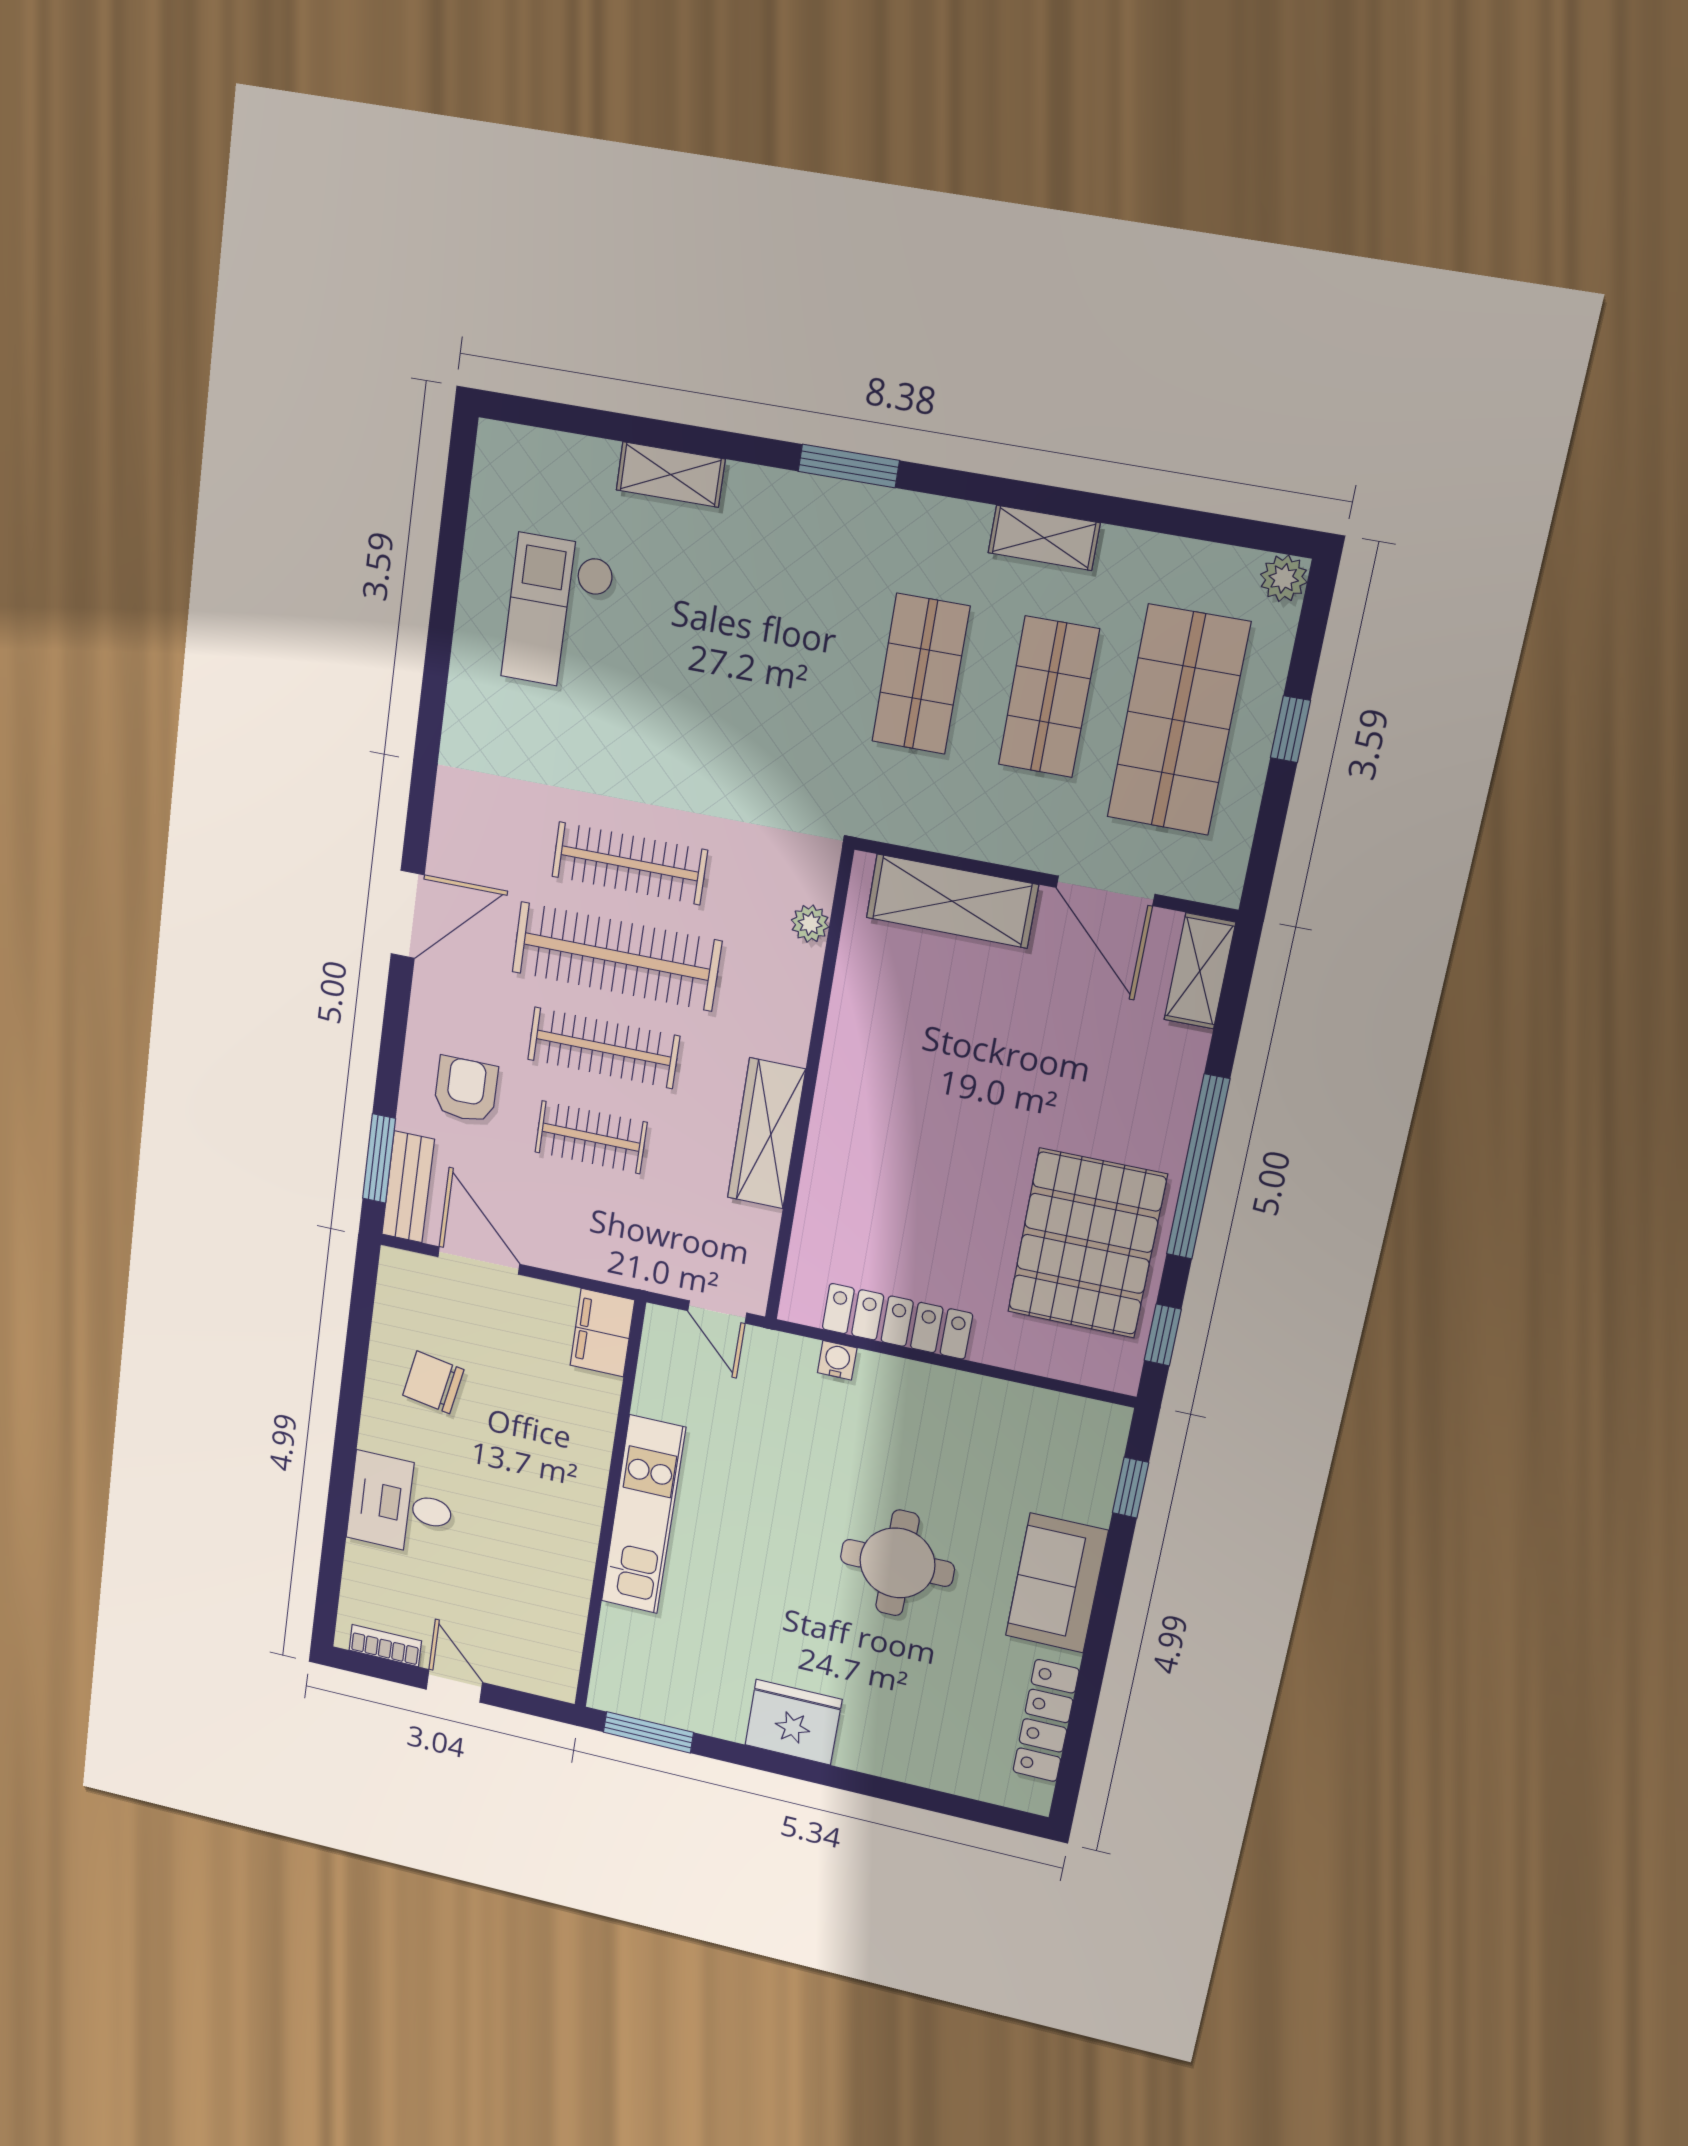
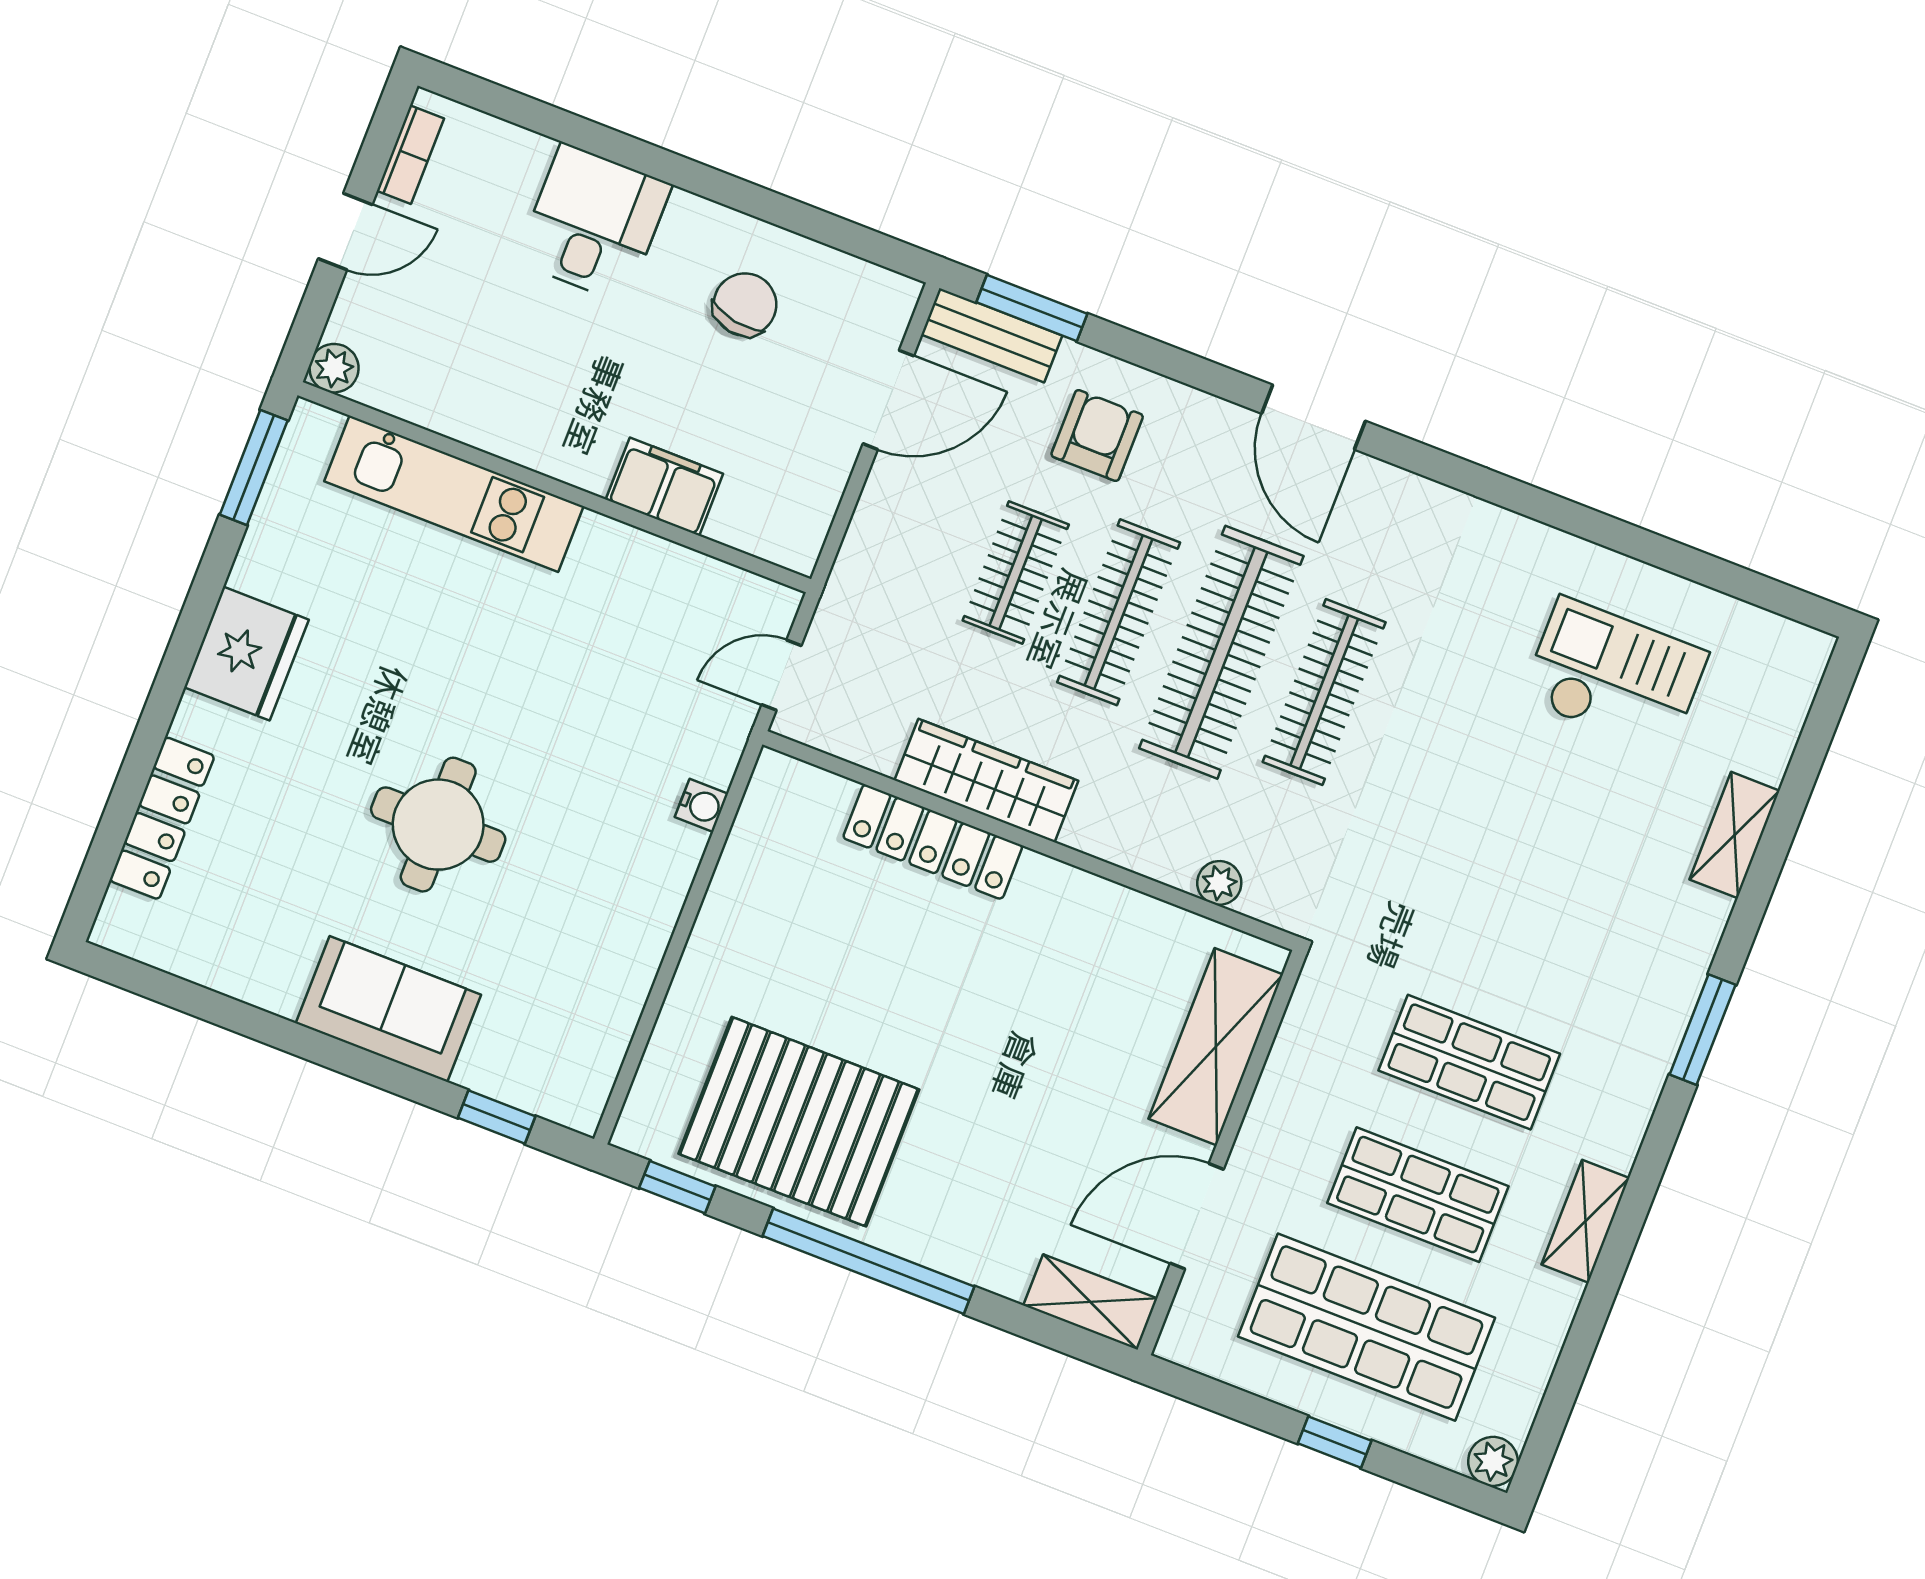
armchair: (466, 1090) -> (1097, 436), turned -90
locker: (897, 1321) -> (933, 842), moved, turned 90
filing cabinet: (602, 1333) -> (664, 487), moved
kitchen unit: (643, 1515) -> (454, 494), moved
plant: (559, 1682) -> (334, 368), added
locker: (1046, 1721) -> (162, 818), moved, turned 90

